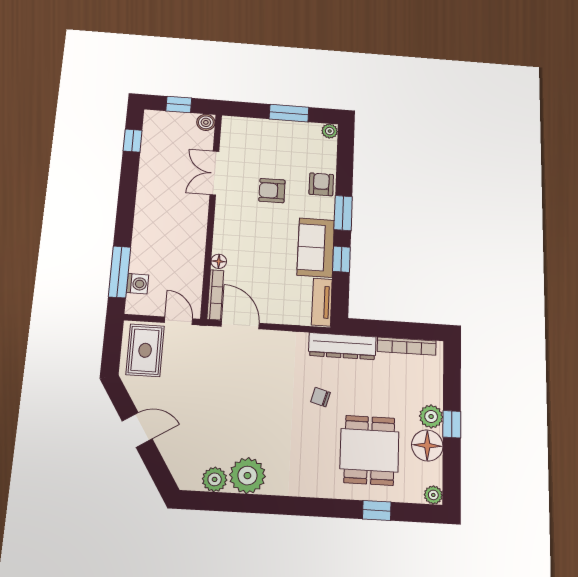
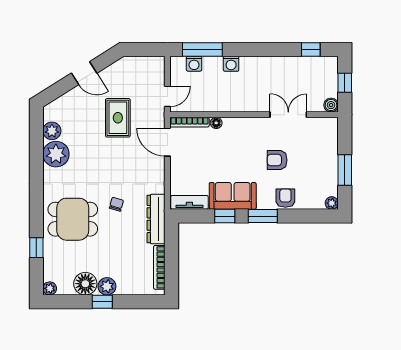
armchair: (321, 184) -> (285, 198), turned -90
armchair: (272, 191) -> (277, 160), turned -90
washing machine: (142, 237) -> (231, 64), added
door: (240, 325) -> (167, 142), swing flipped
rug: (145, 350) -> (118, 118), moved, turned 90
door: (137, 430) -> (84, 73), hinge flipped
dining table: (369, 450) -> (73, 219), moved

